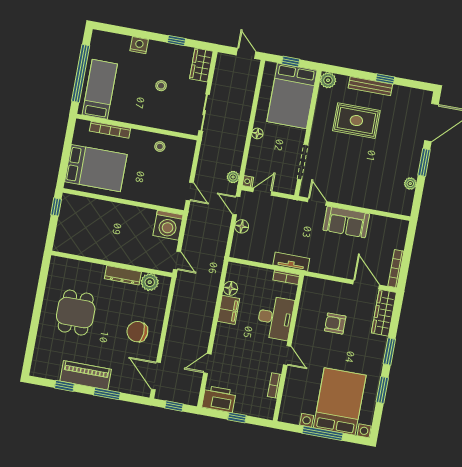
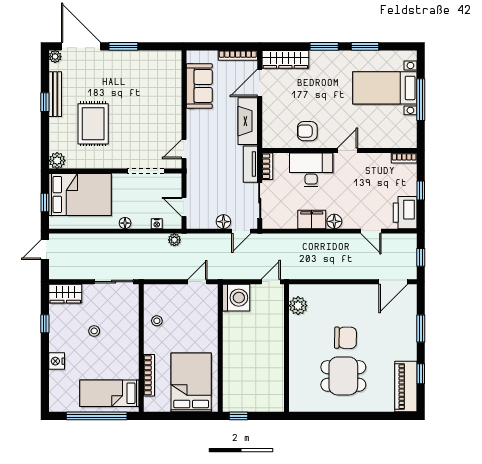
bench: (370, 86) -> (55, 94), moved
nightstand: (248, 181) -> (157, 224), moved
plant: (410, 184) -> (55, 57), moved
door: (236, 206) -> (241, 231), moved
sofa: (346, 222) -> (199, 86), moved
sliding door: (255, 264) -> (260, 201), added
fireplace: (332, 267) -> (248, 121), added
dresser: (123, 275) -> (296, 334), removed
floor lamp: (231, 288) -> (334, 221), moved
armchair: (335, 323) -> (307, 131), moved, turned 90
chair: (137, 332) -> (345, 338), moved, turned -93
piano: (86, 375) -> (406, 387), moved
bookcase: (274, 386) -> (404, 158), moved
bed with nightstands: (340, 401) -> (385, 88), width x0.73

